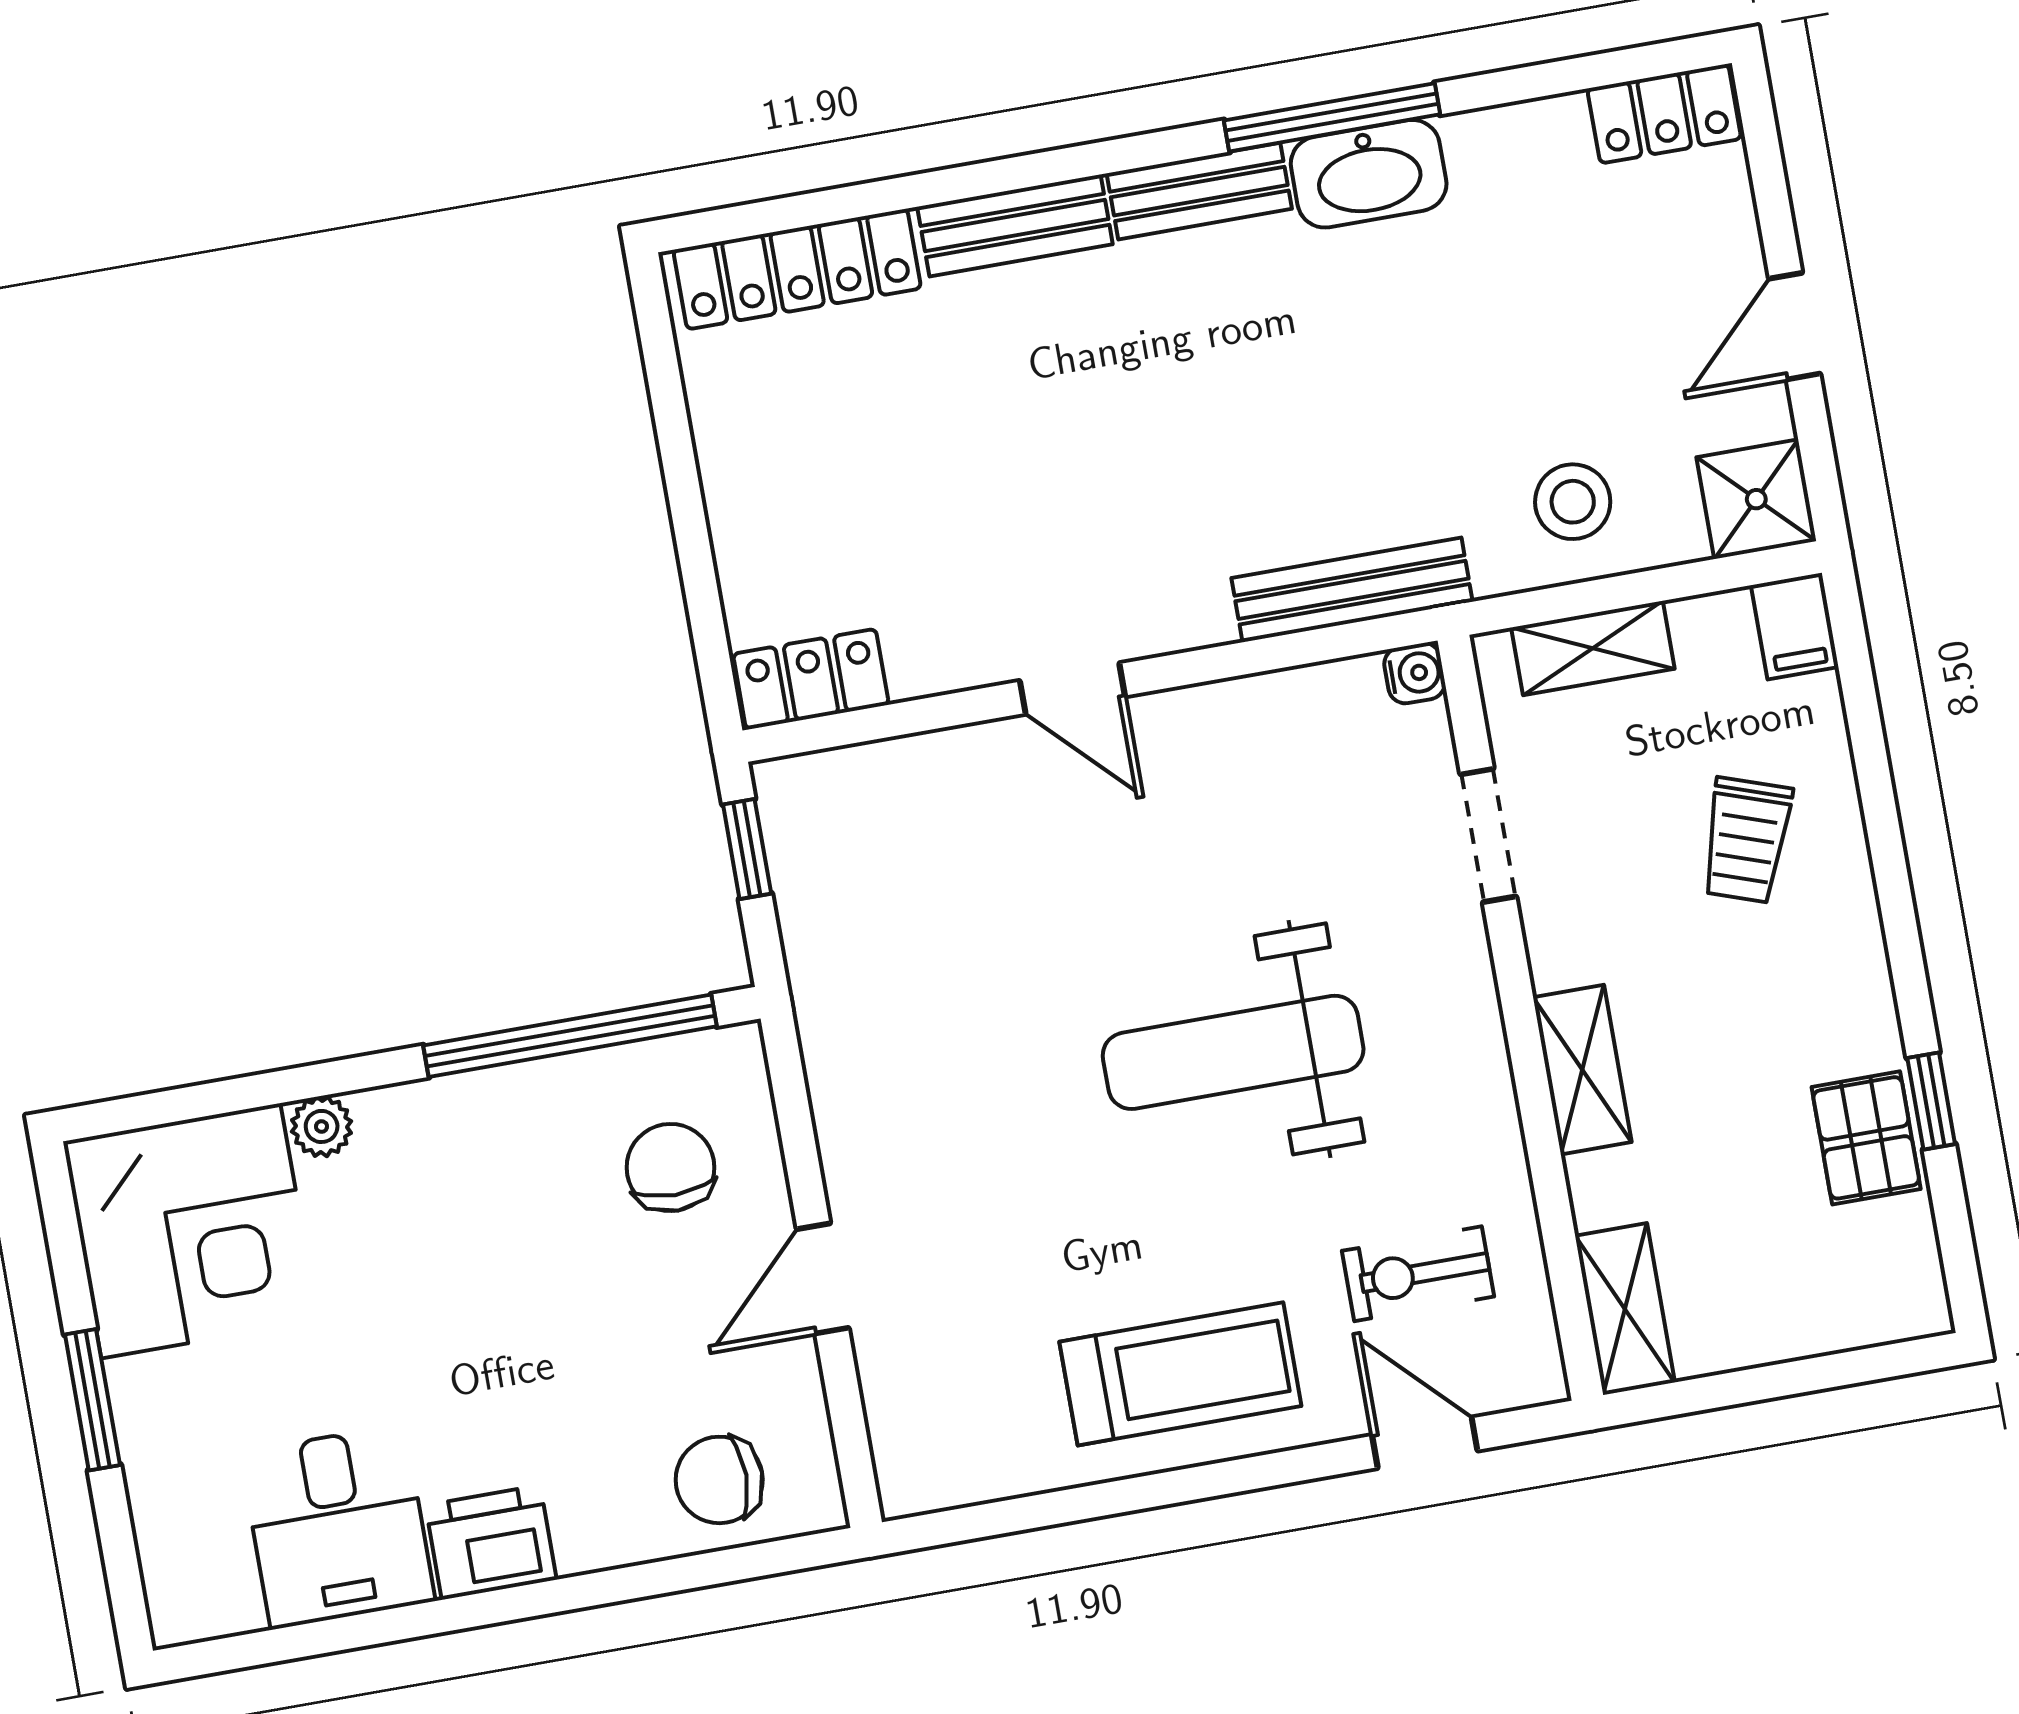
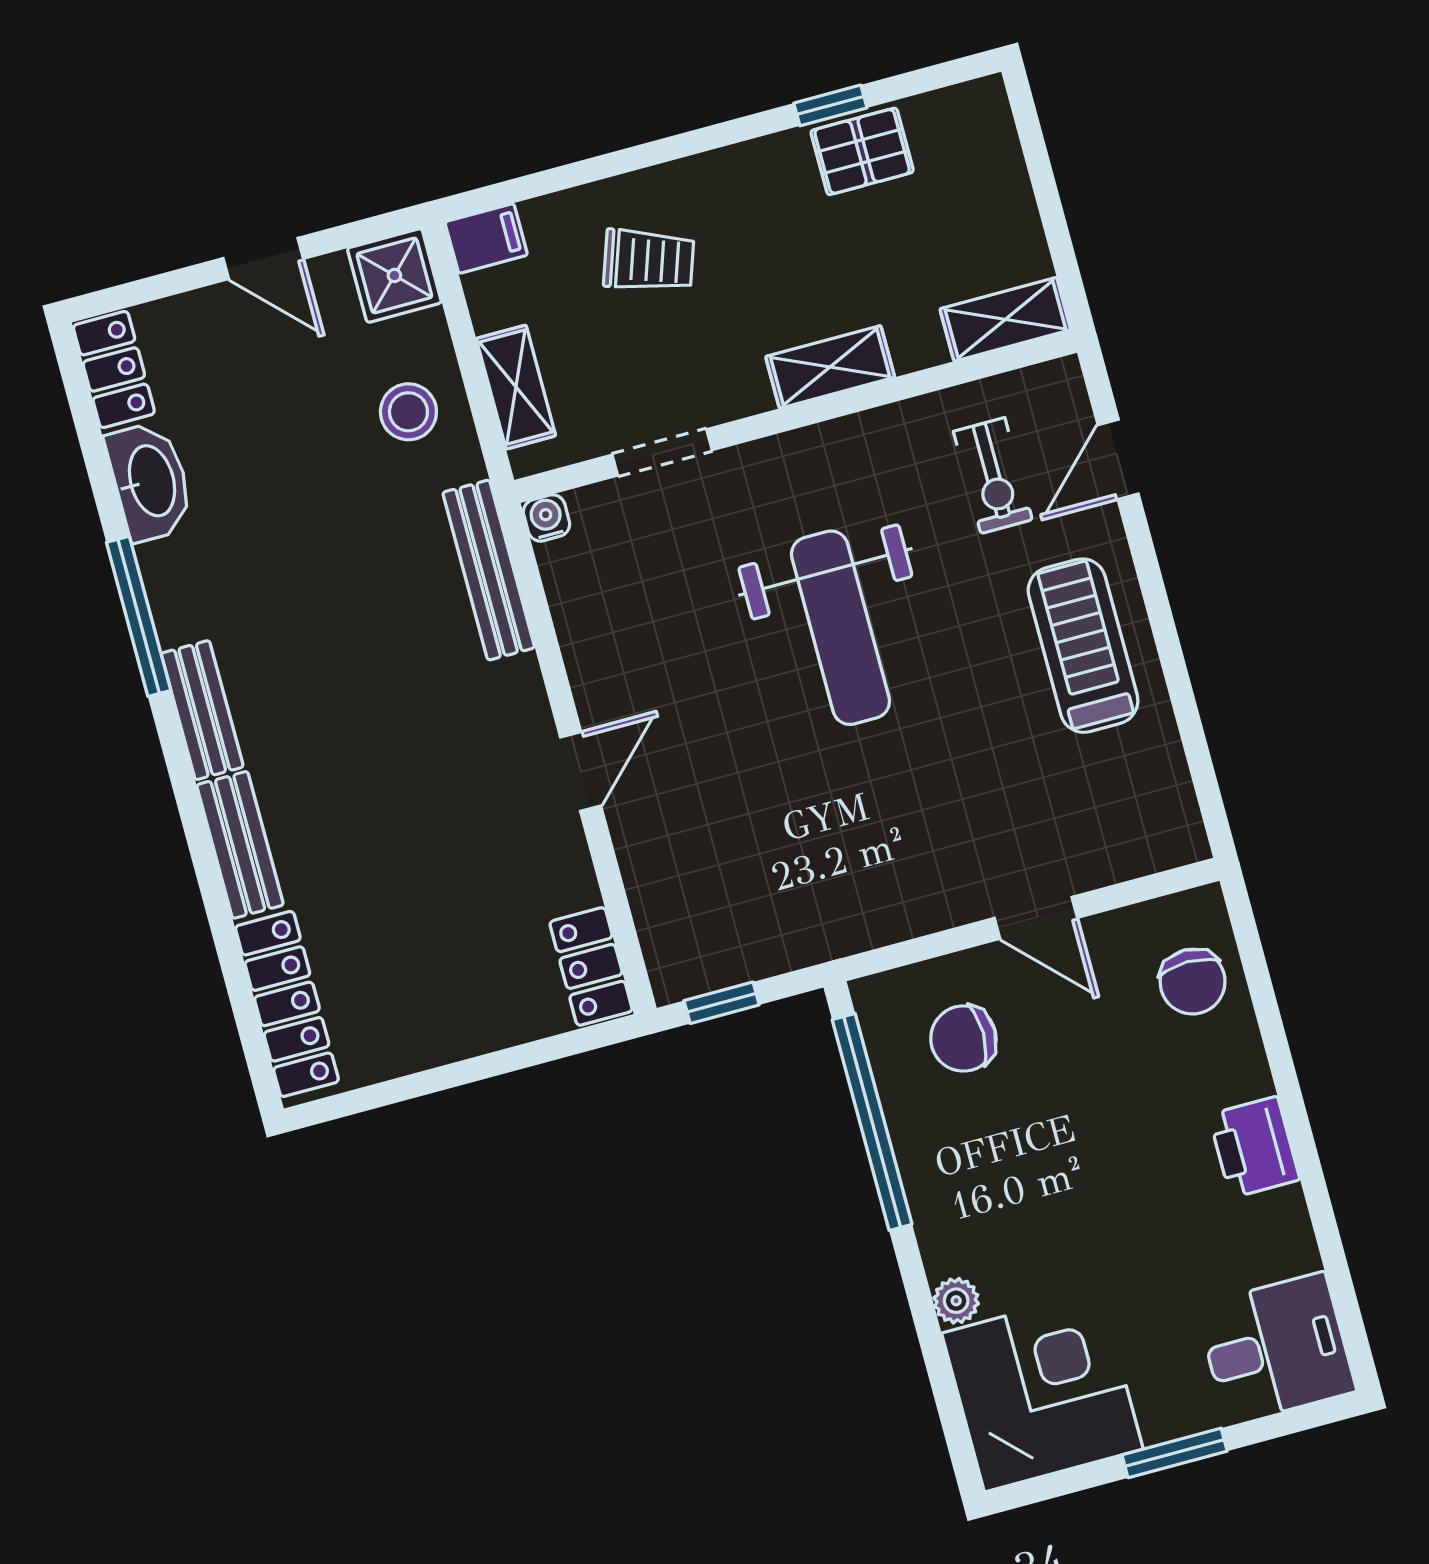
washbasin: (1369, 174) -> (150, 481), moved
desk: (338, 1527) -> (1276, 1349), moved

